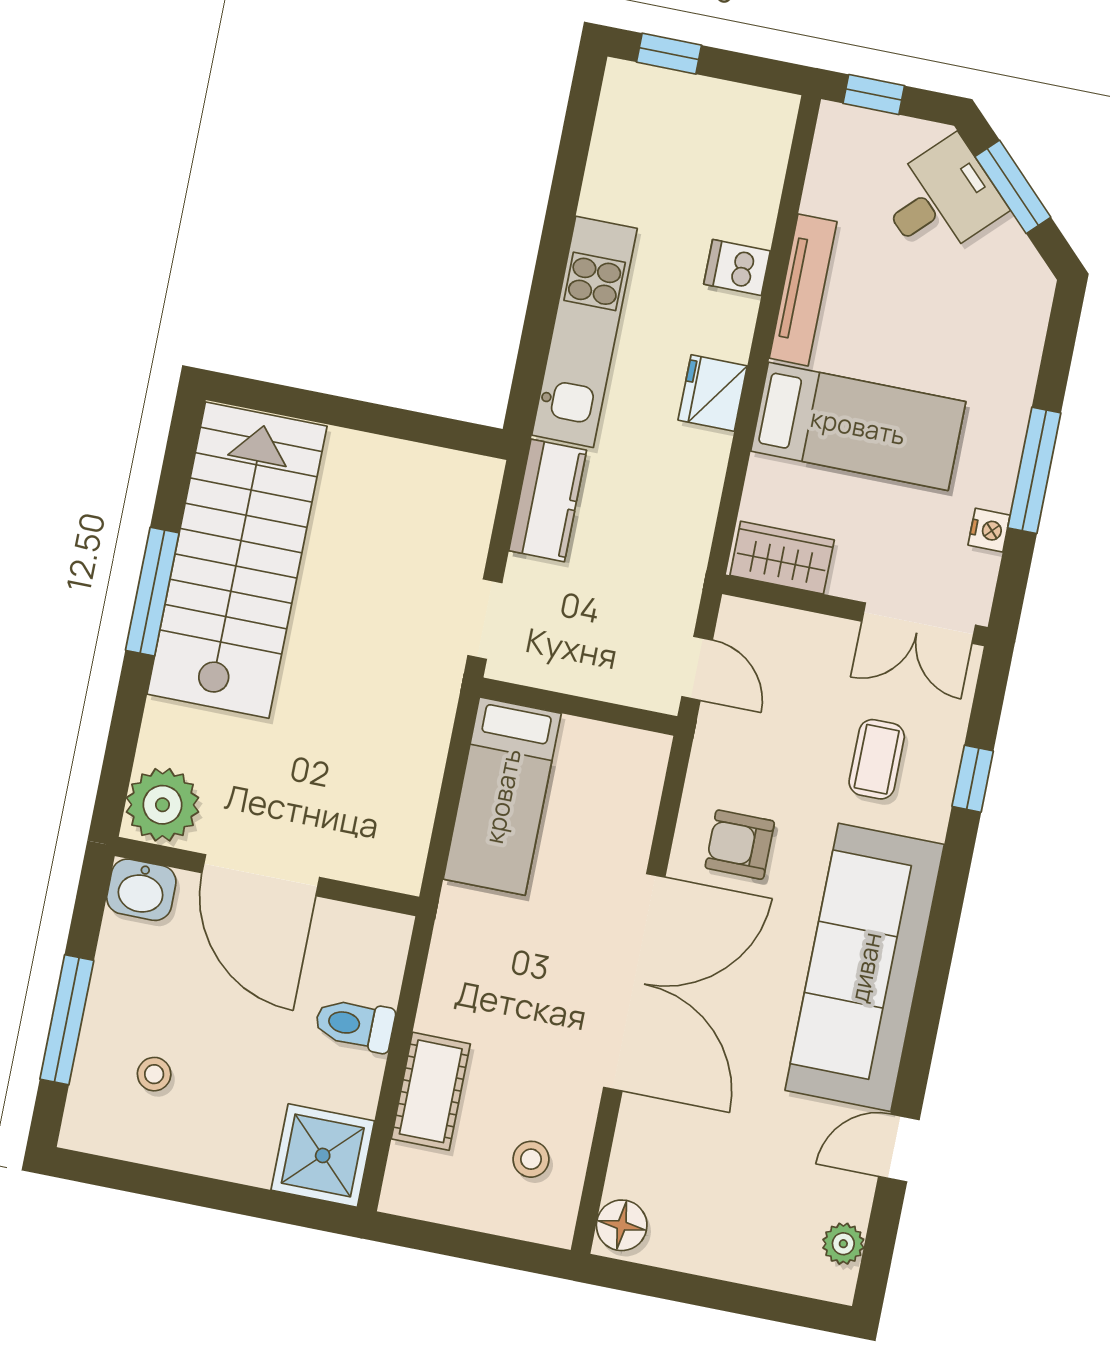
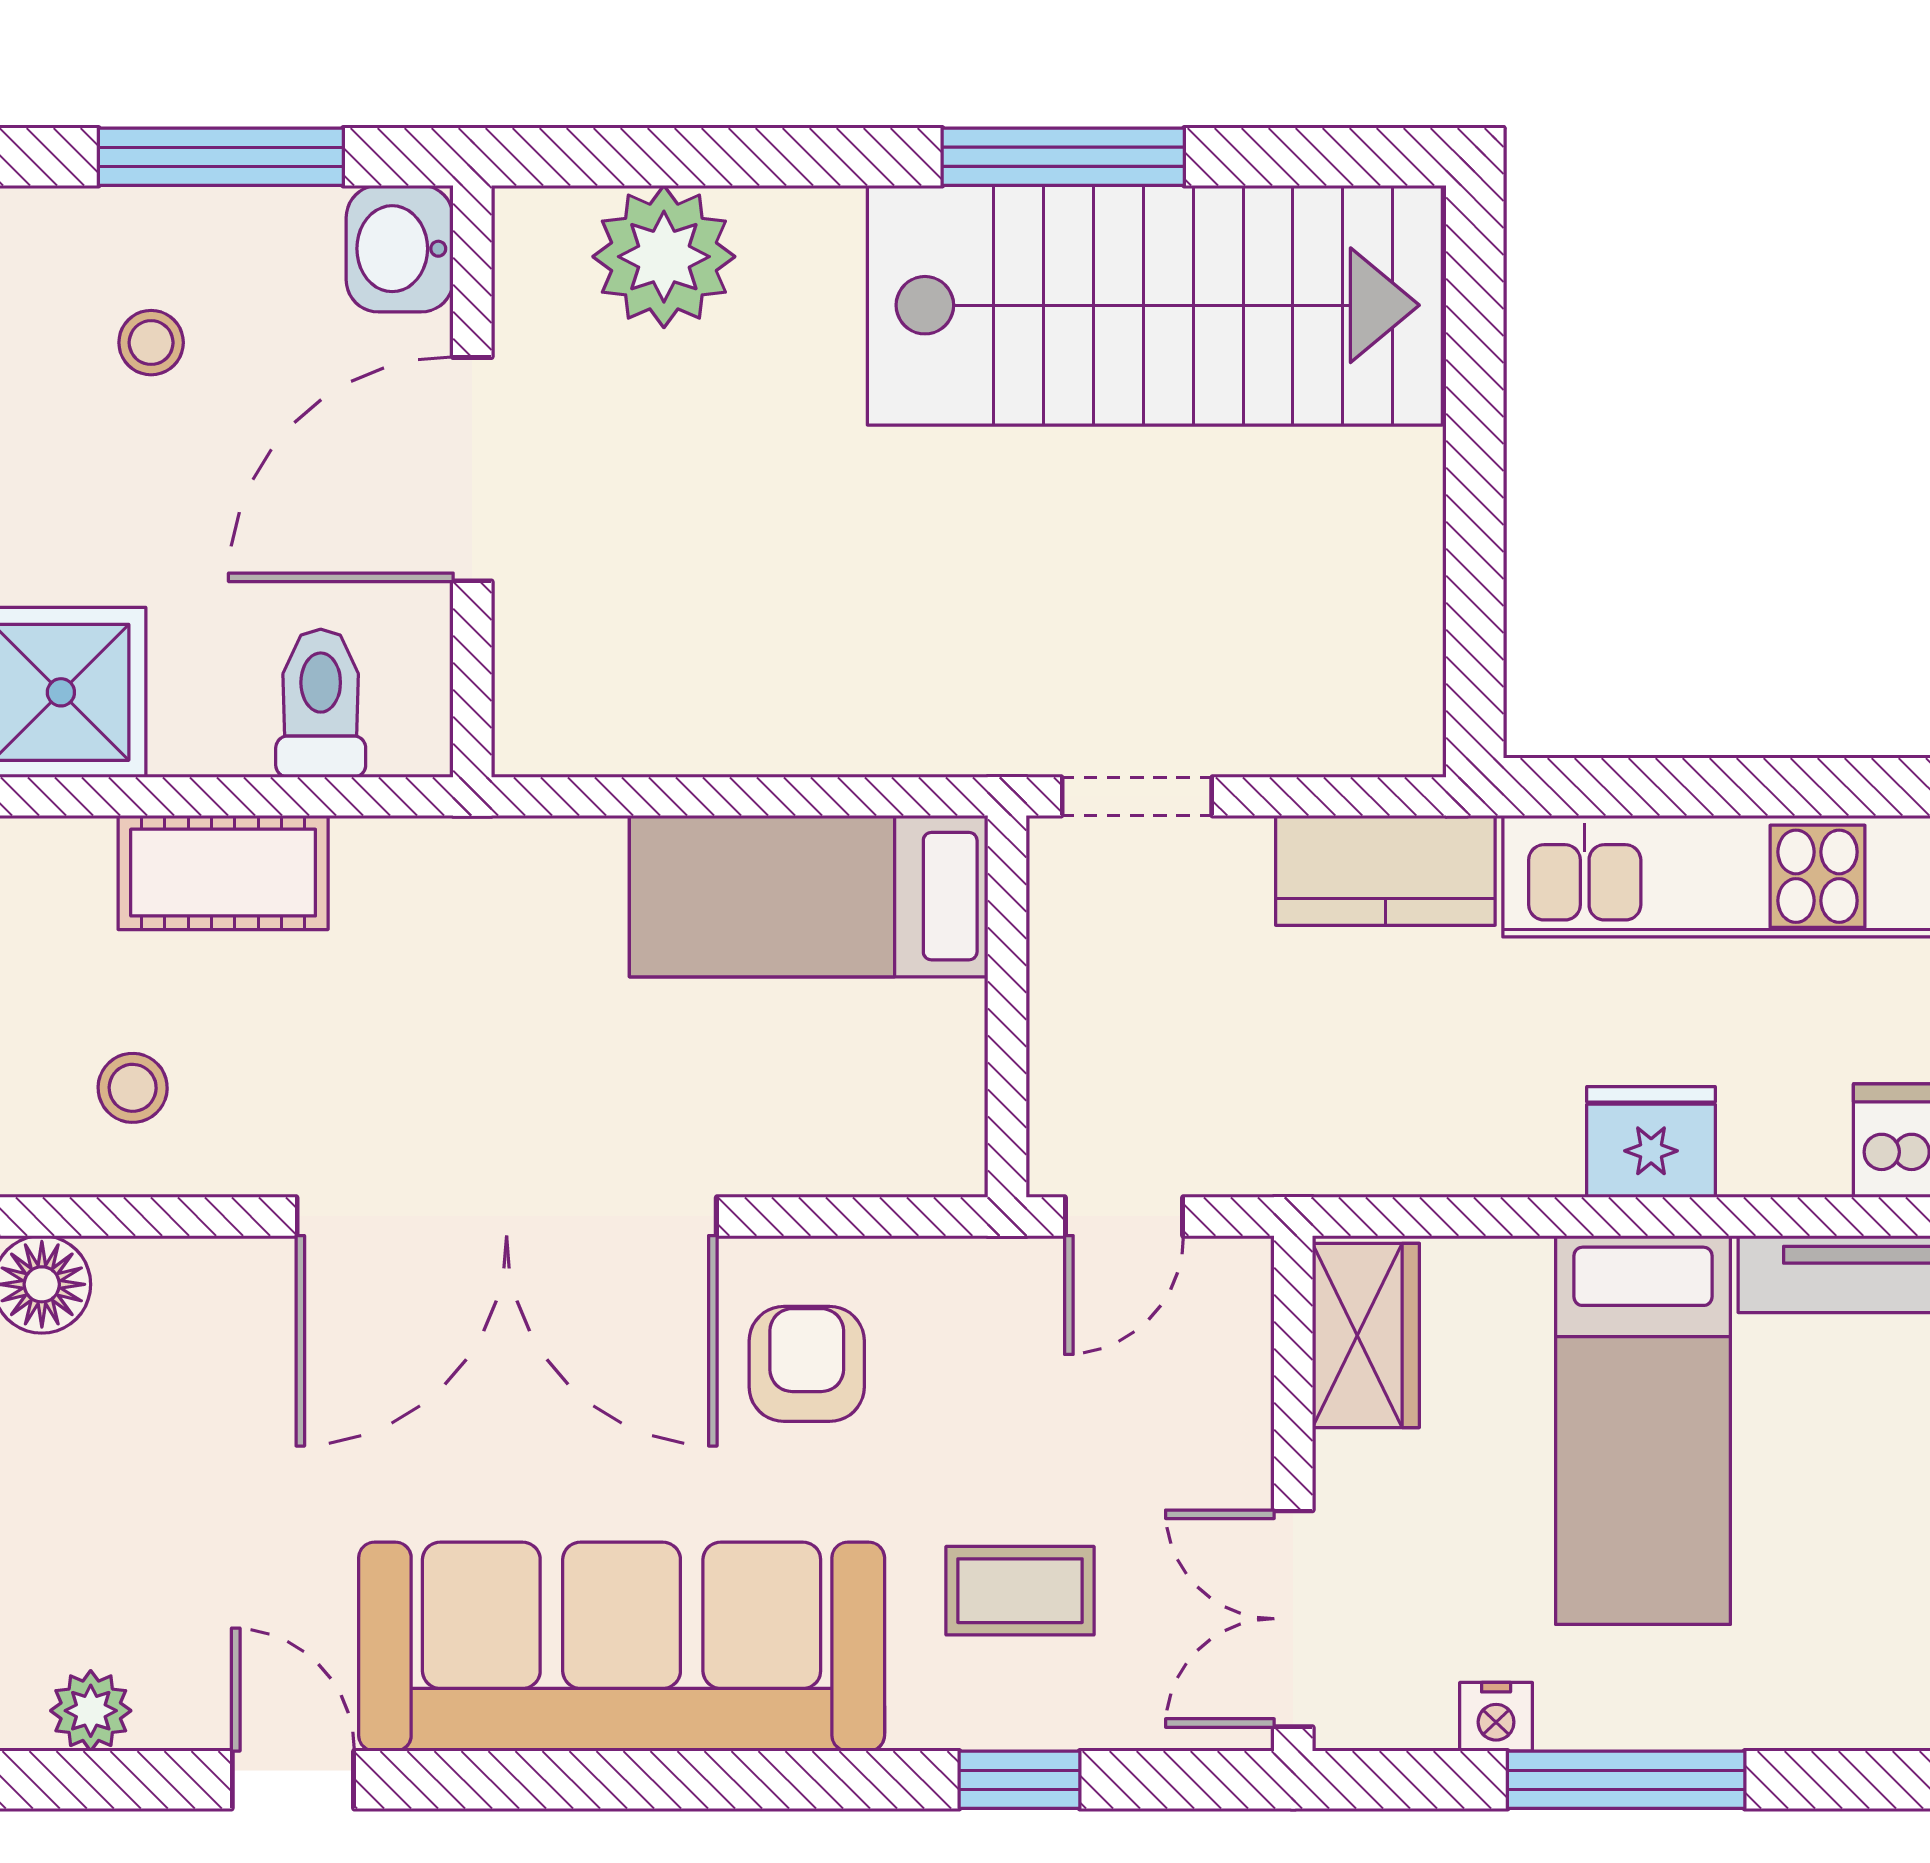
door: (261, 875) -> (472, 469), moved
wall: (267, 876) -> (472, 481), moved
washbasin: (141, 890) -> (400, 249), moved

